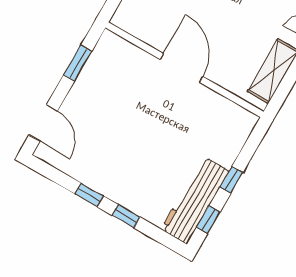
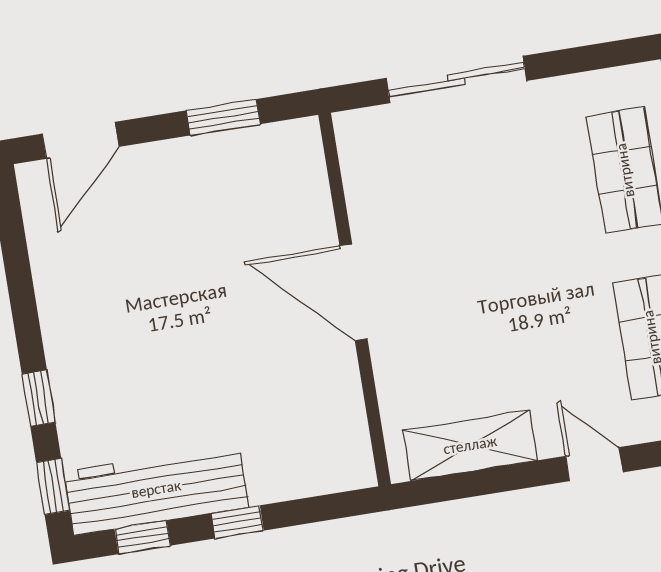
door: (182, 68) -> (354, 292), swing flipped
window: (89, 195) -> (53, 486), moved

